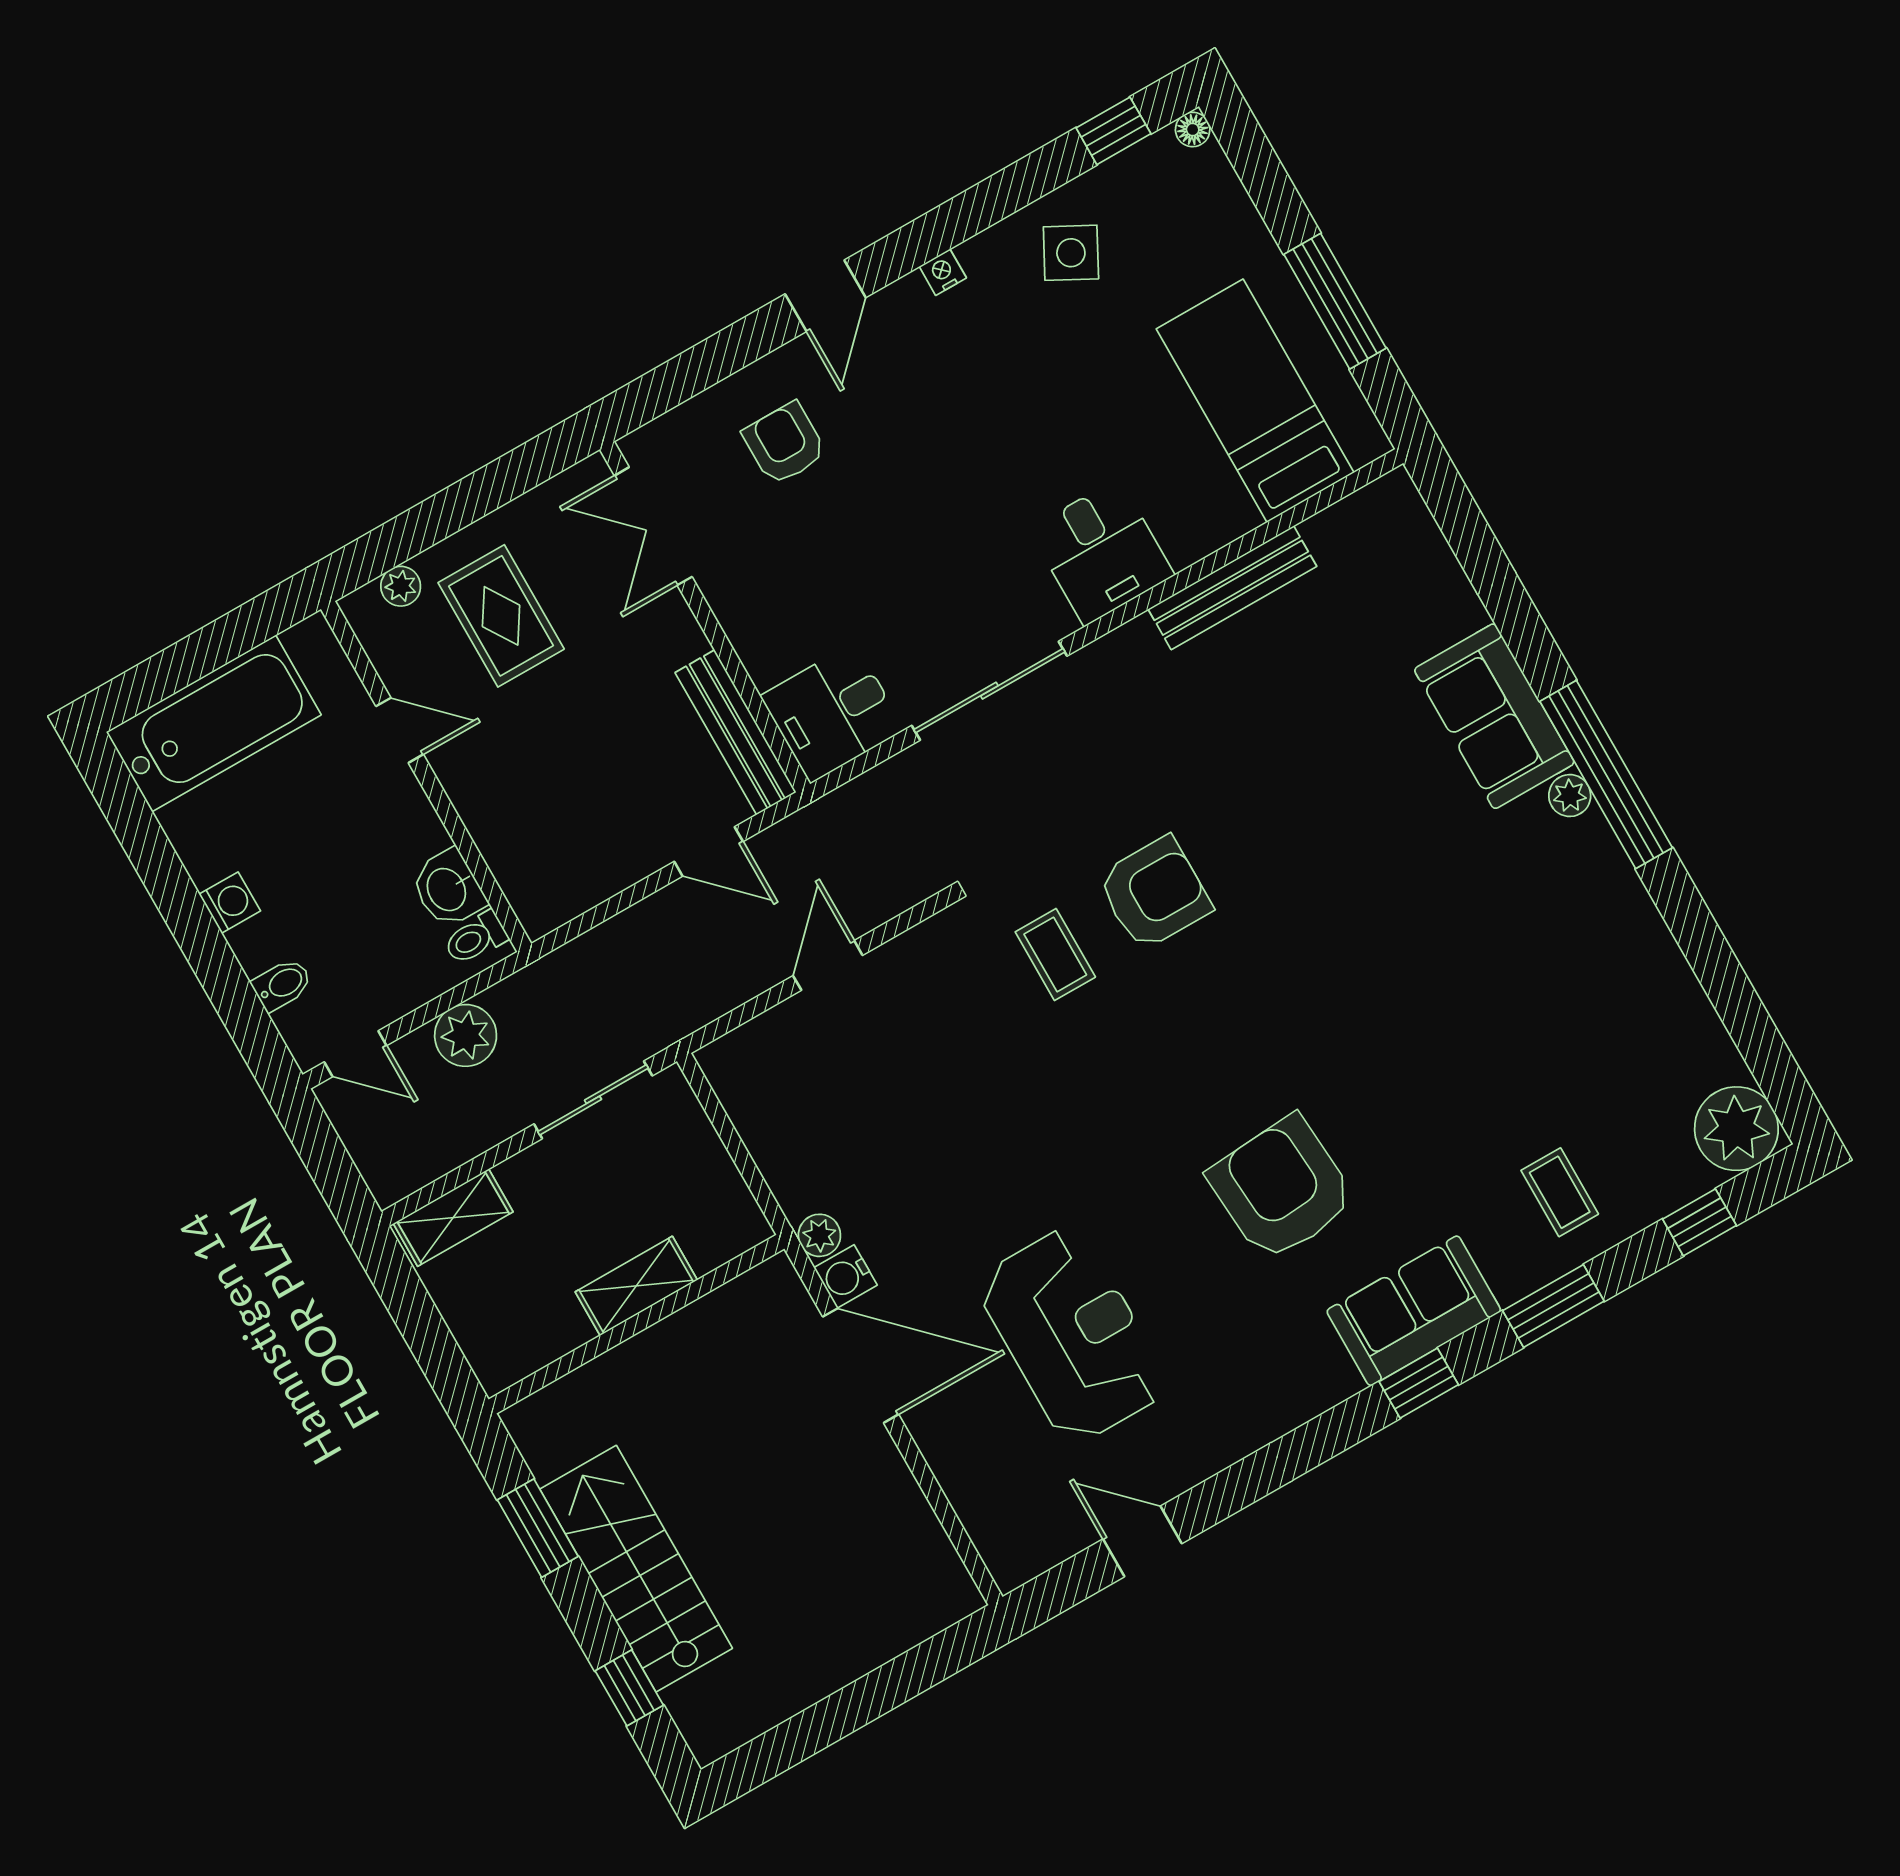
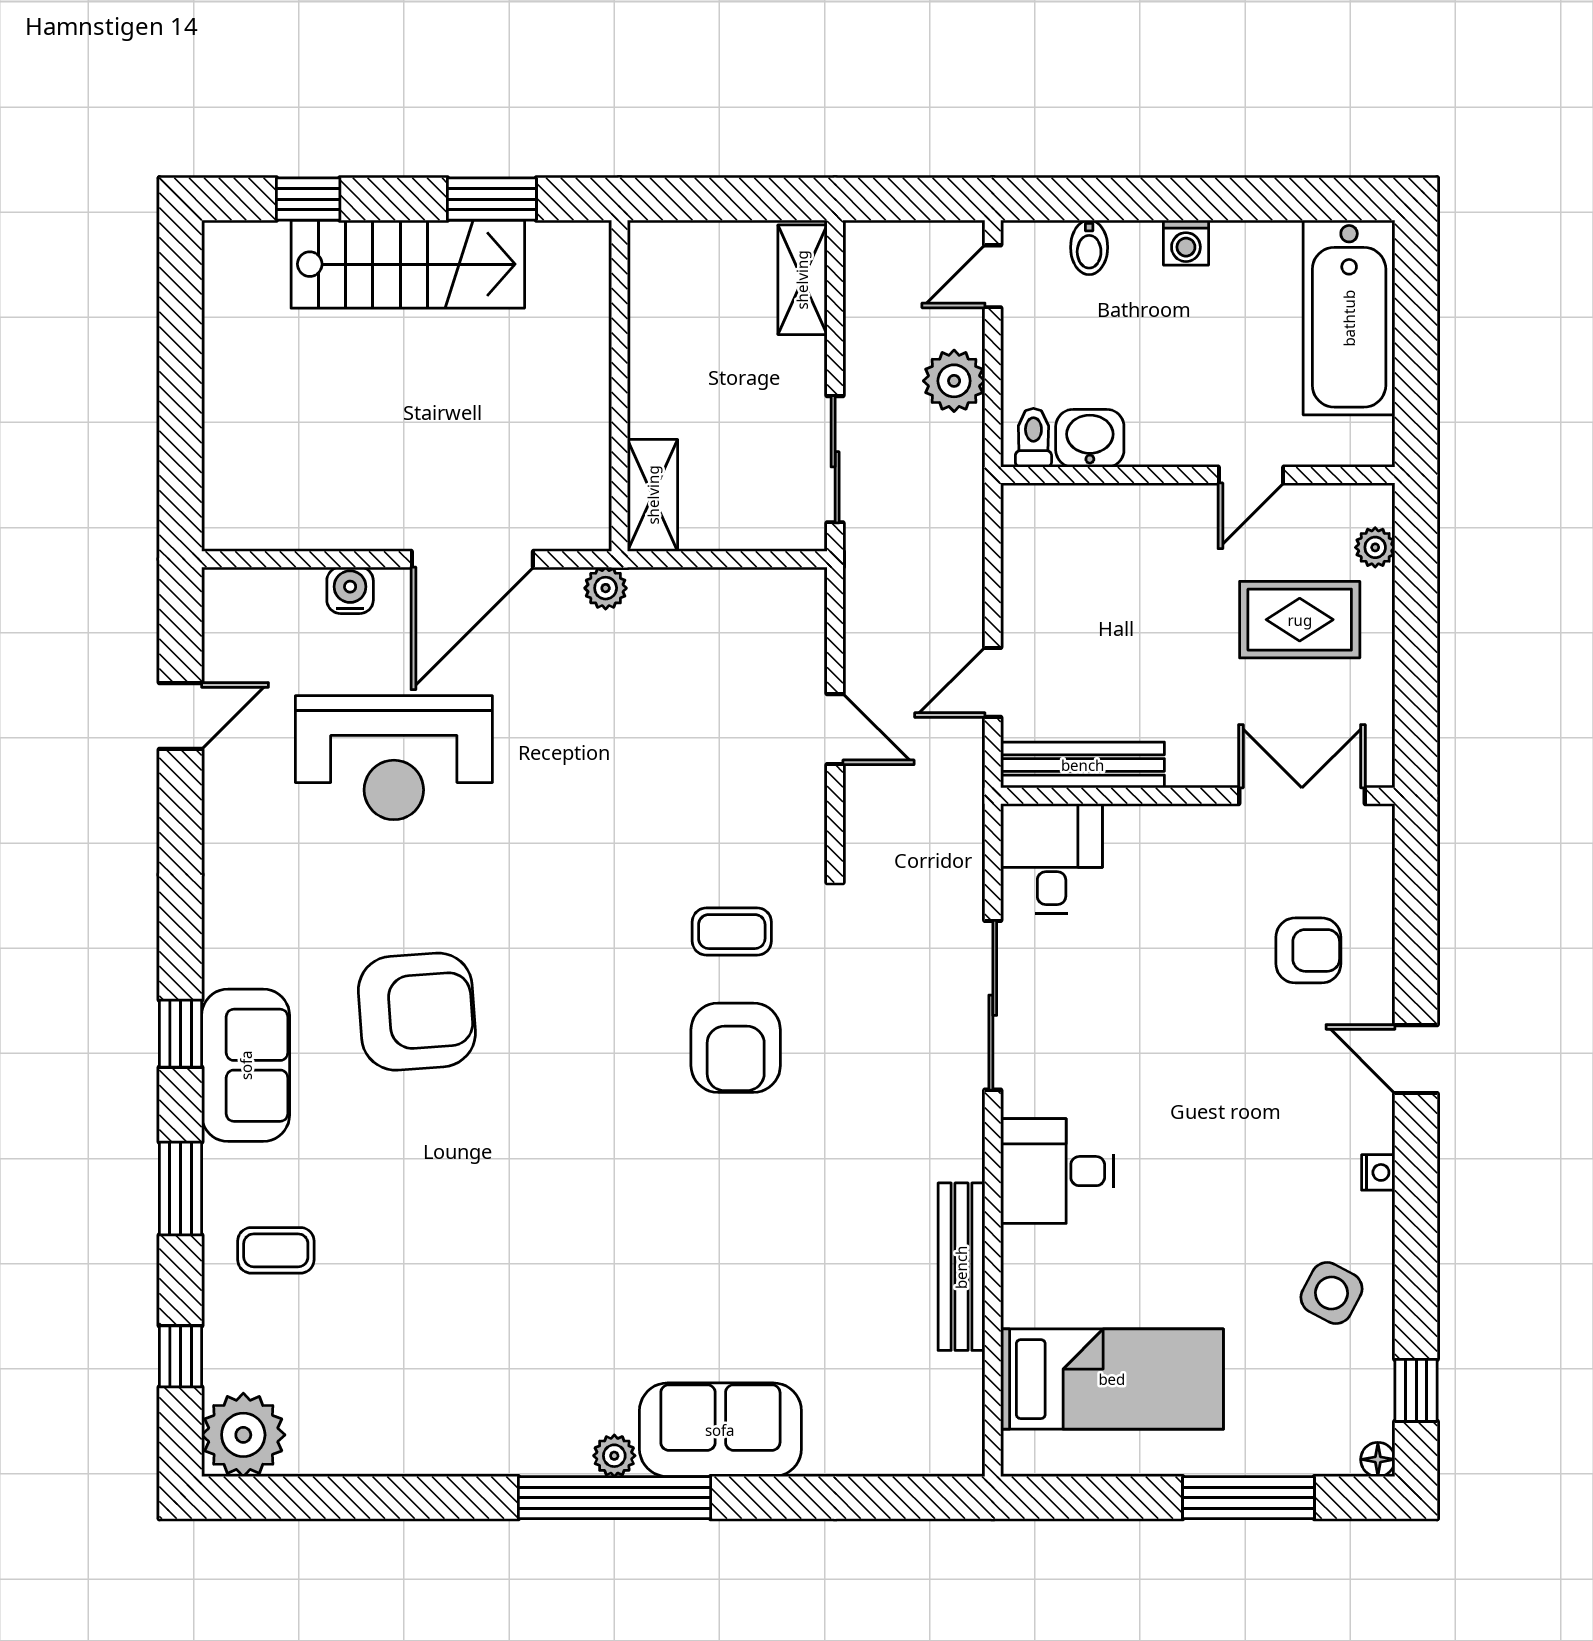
window: (1335, 301) -> (1248, 1498), moved
water cooler: (846, 1276) -> (350, 590), moved
shelving: (636, 1286) -> (653, 495), moved

